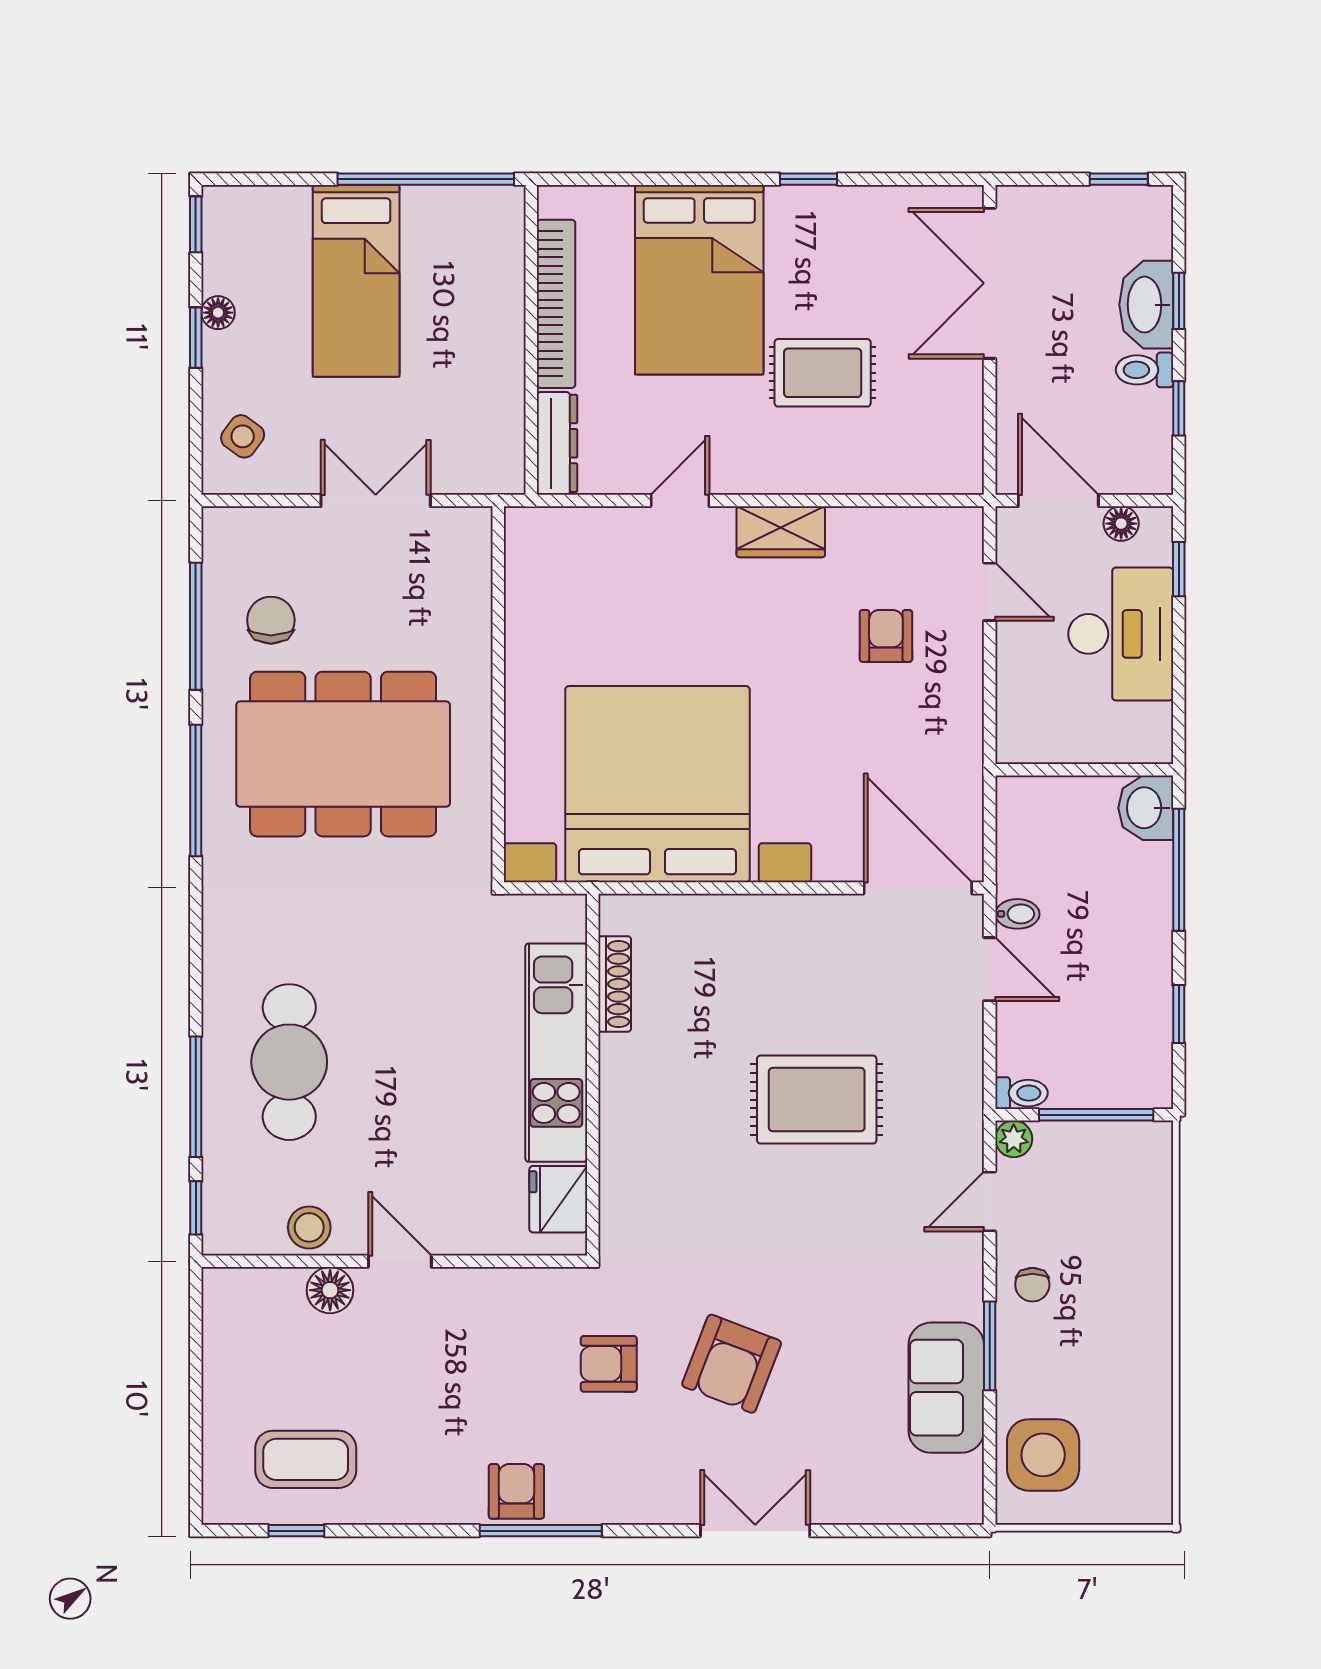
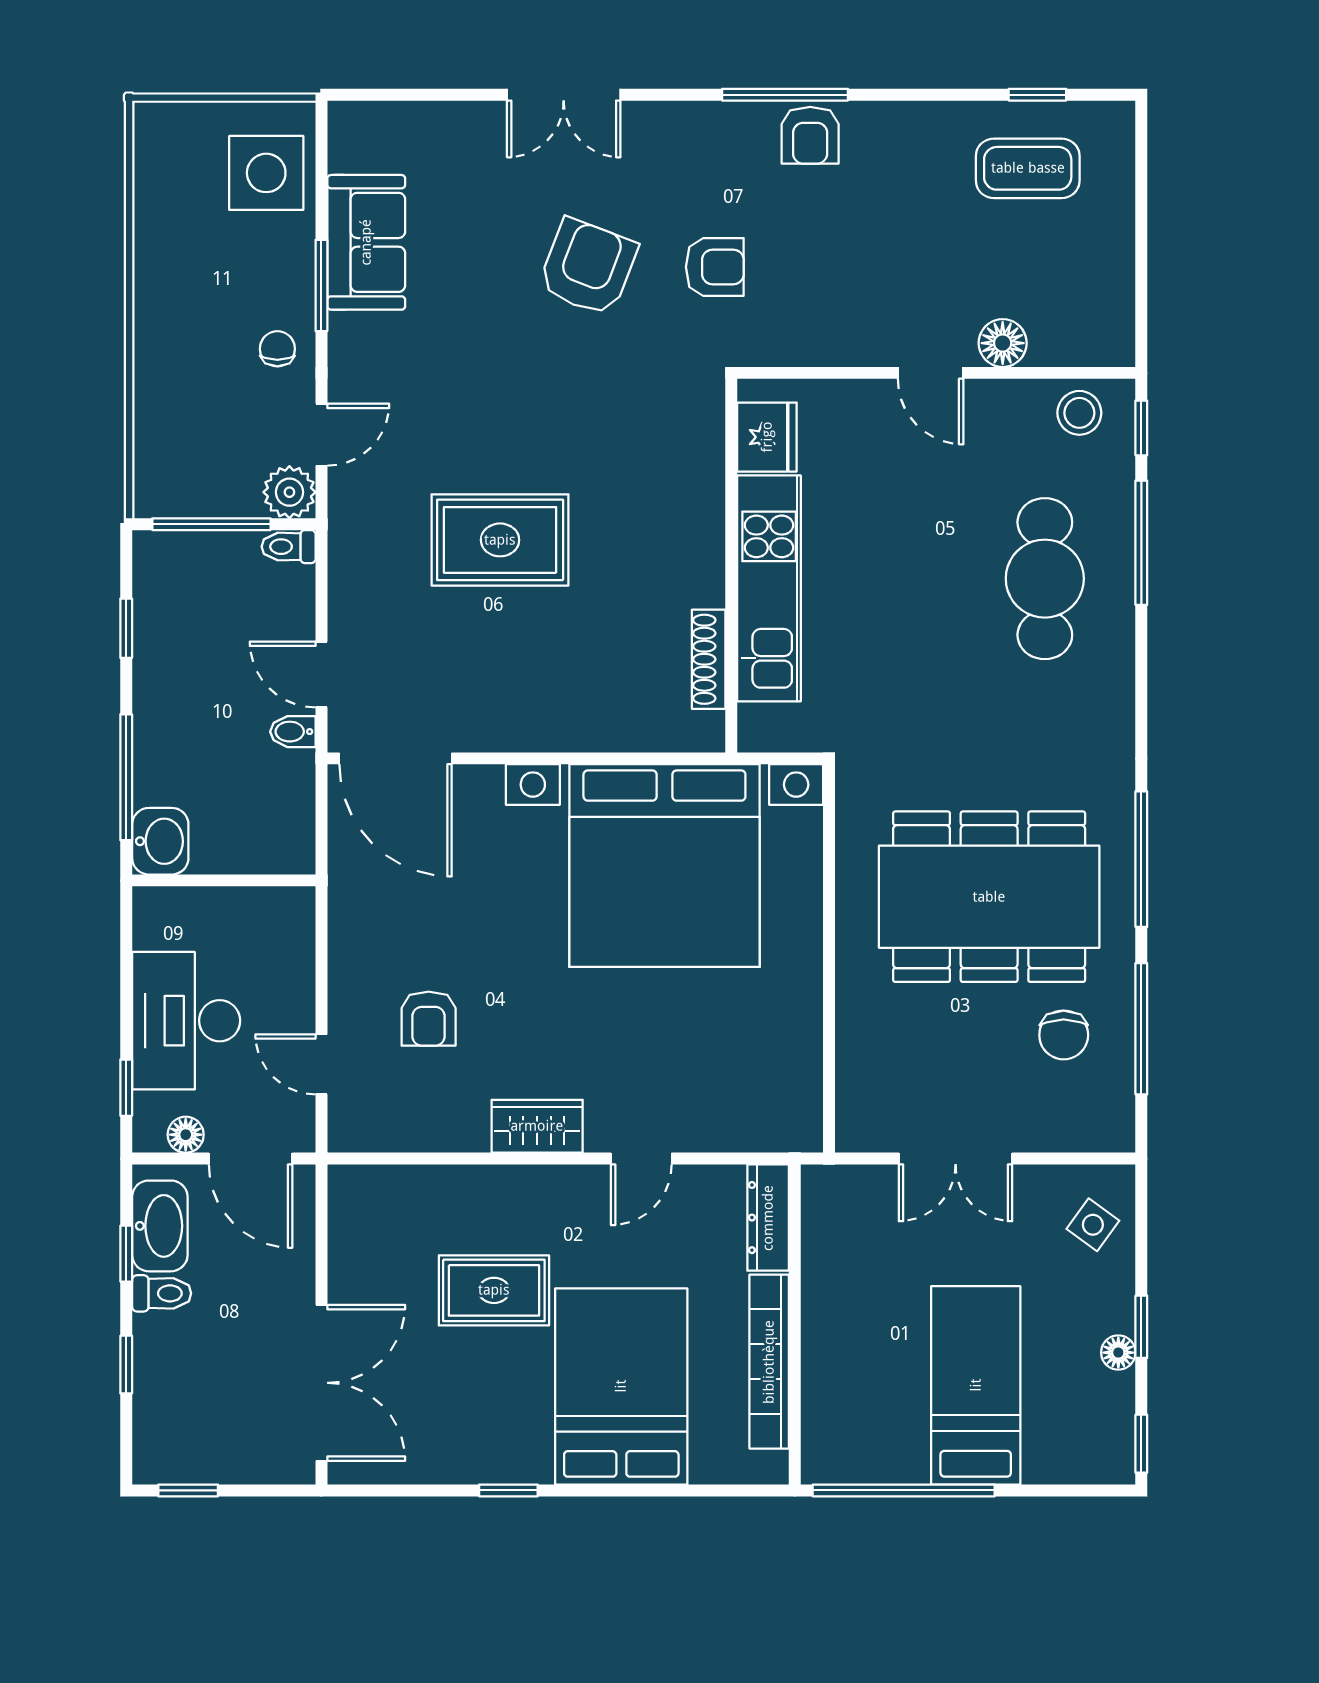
washbasin: (1146, 305) -> (160, 1226), moved
plant: (1014, 1139) -> (289, 492), width x1.38, depth x1.38
stool: (309, 1227) -> (1079, 413), moved

